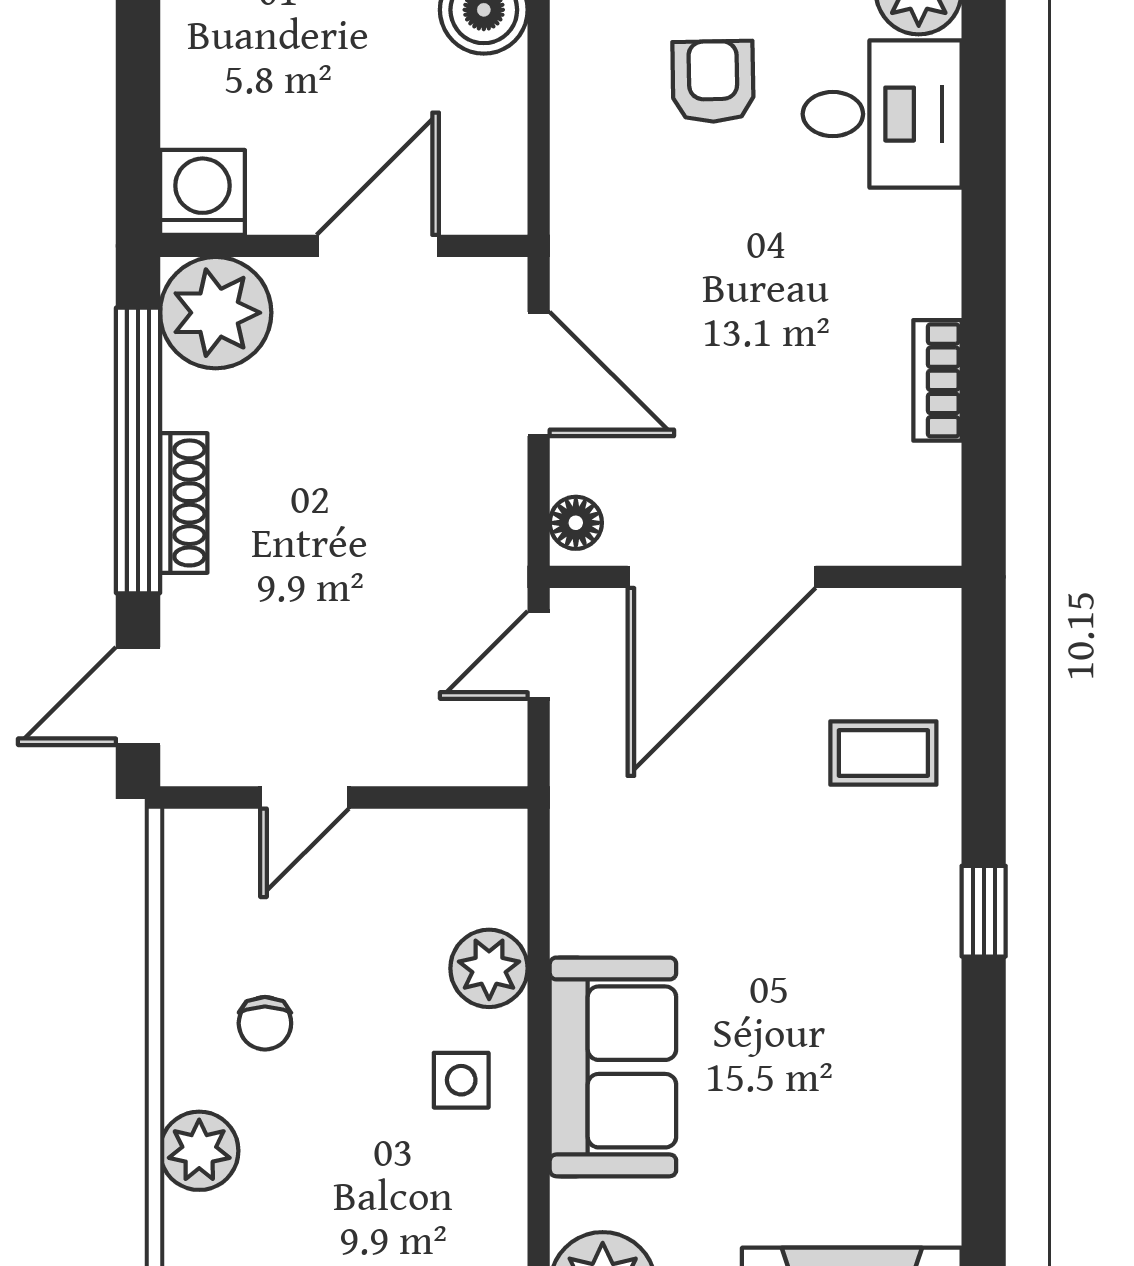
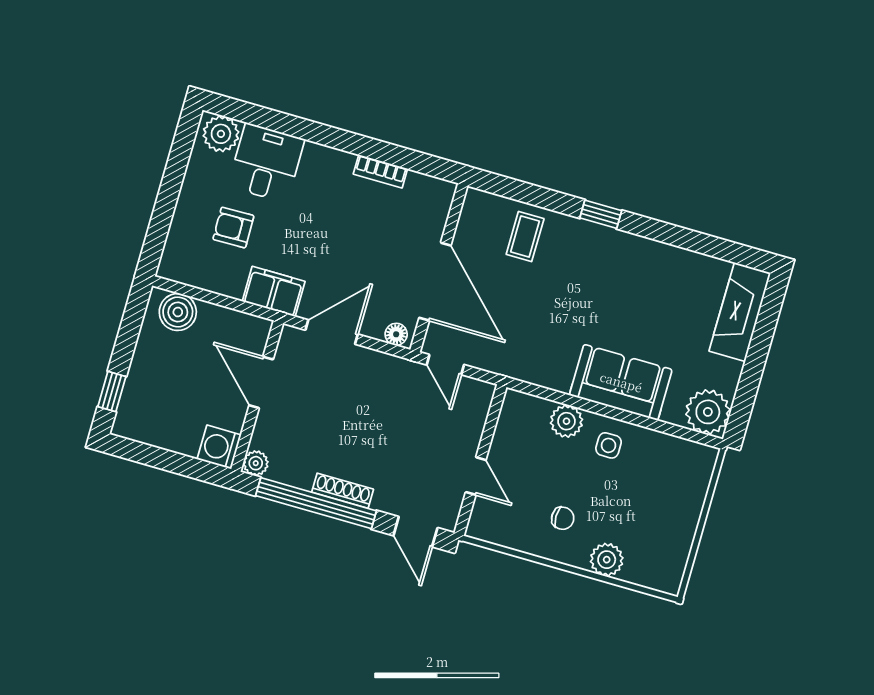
filing cabinet: (593, 215) -> (274, 291), added
plant: (216, 313) -> (256, 463), width x0.53, depth x0.53

